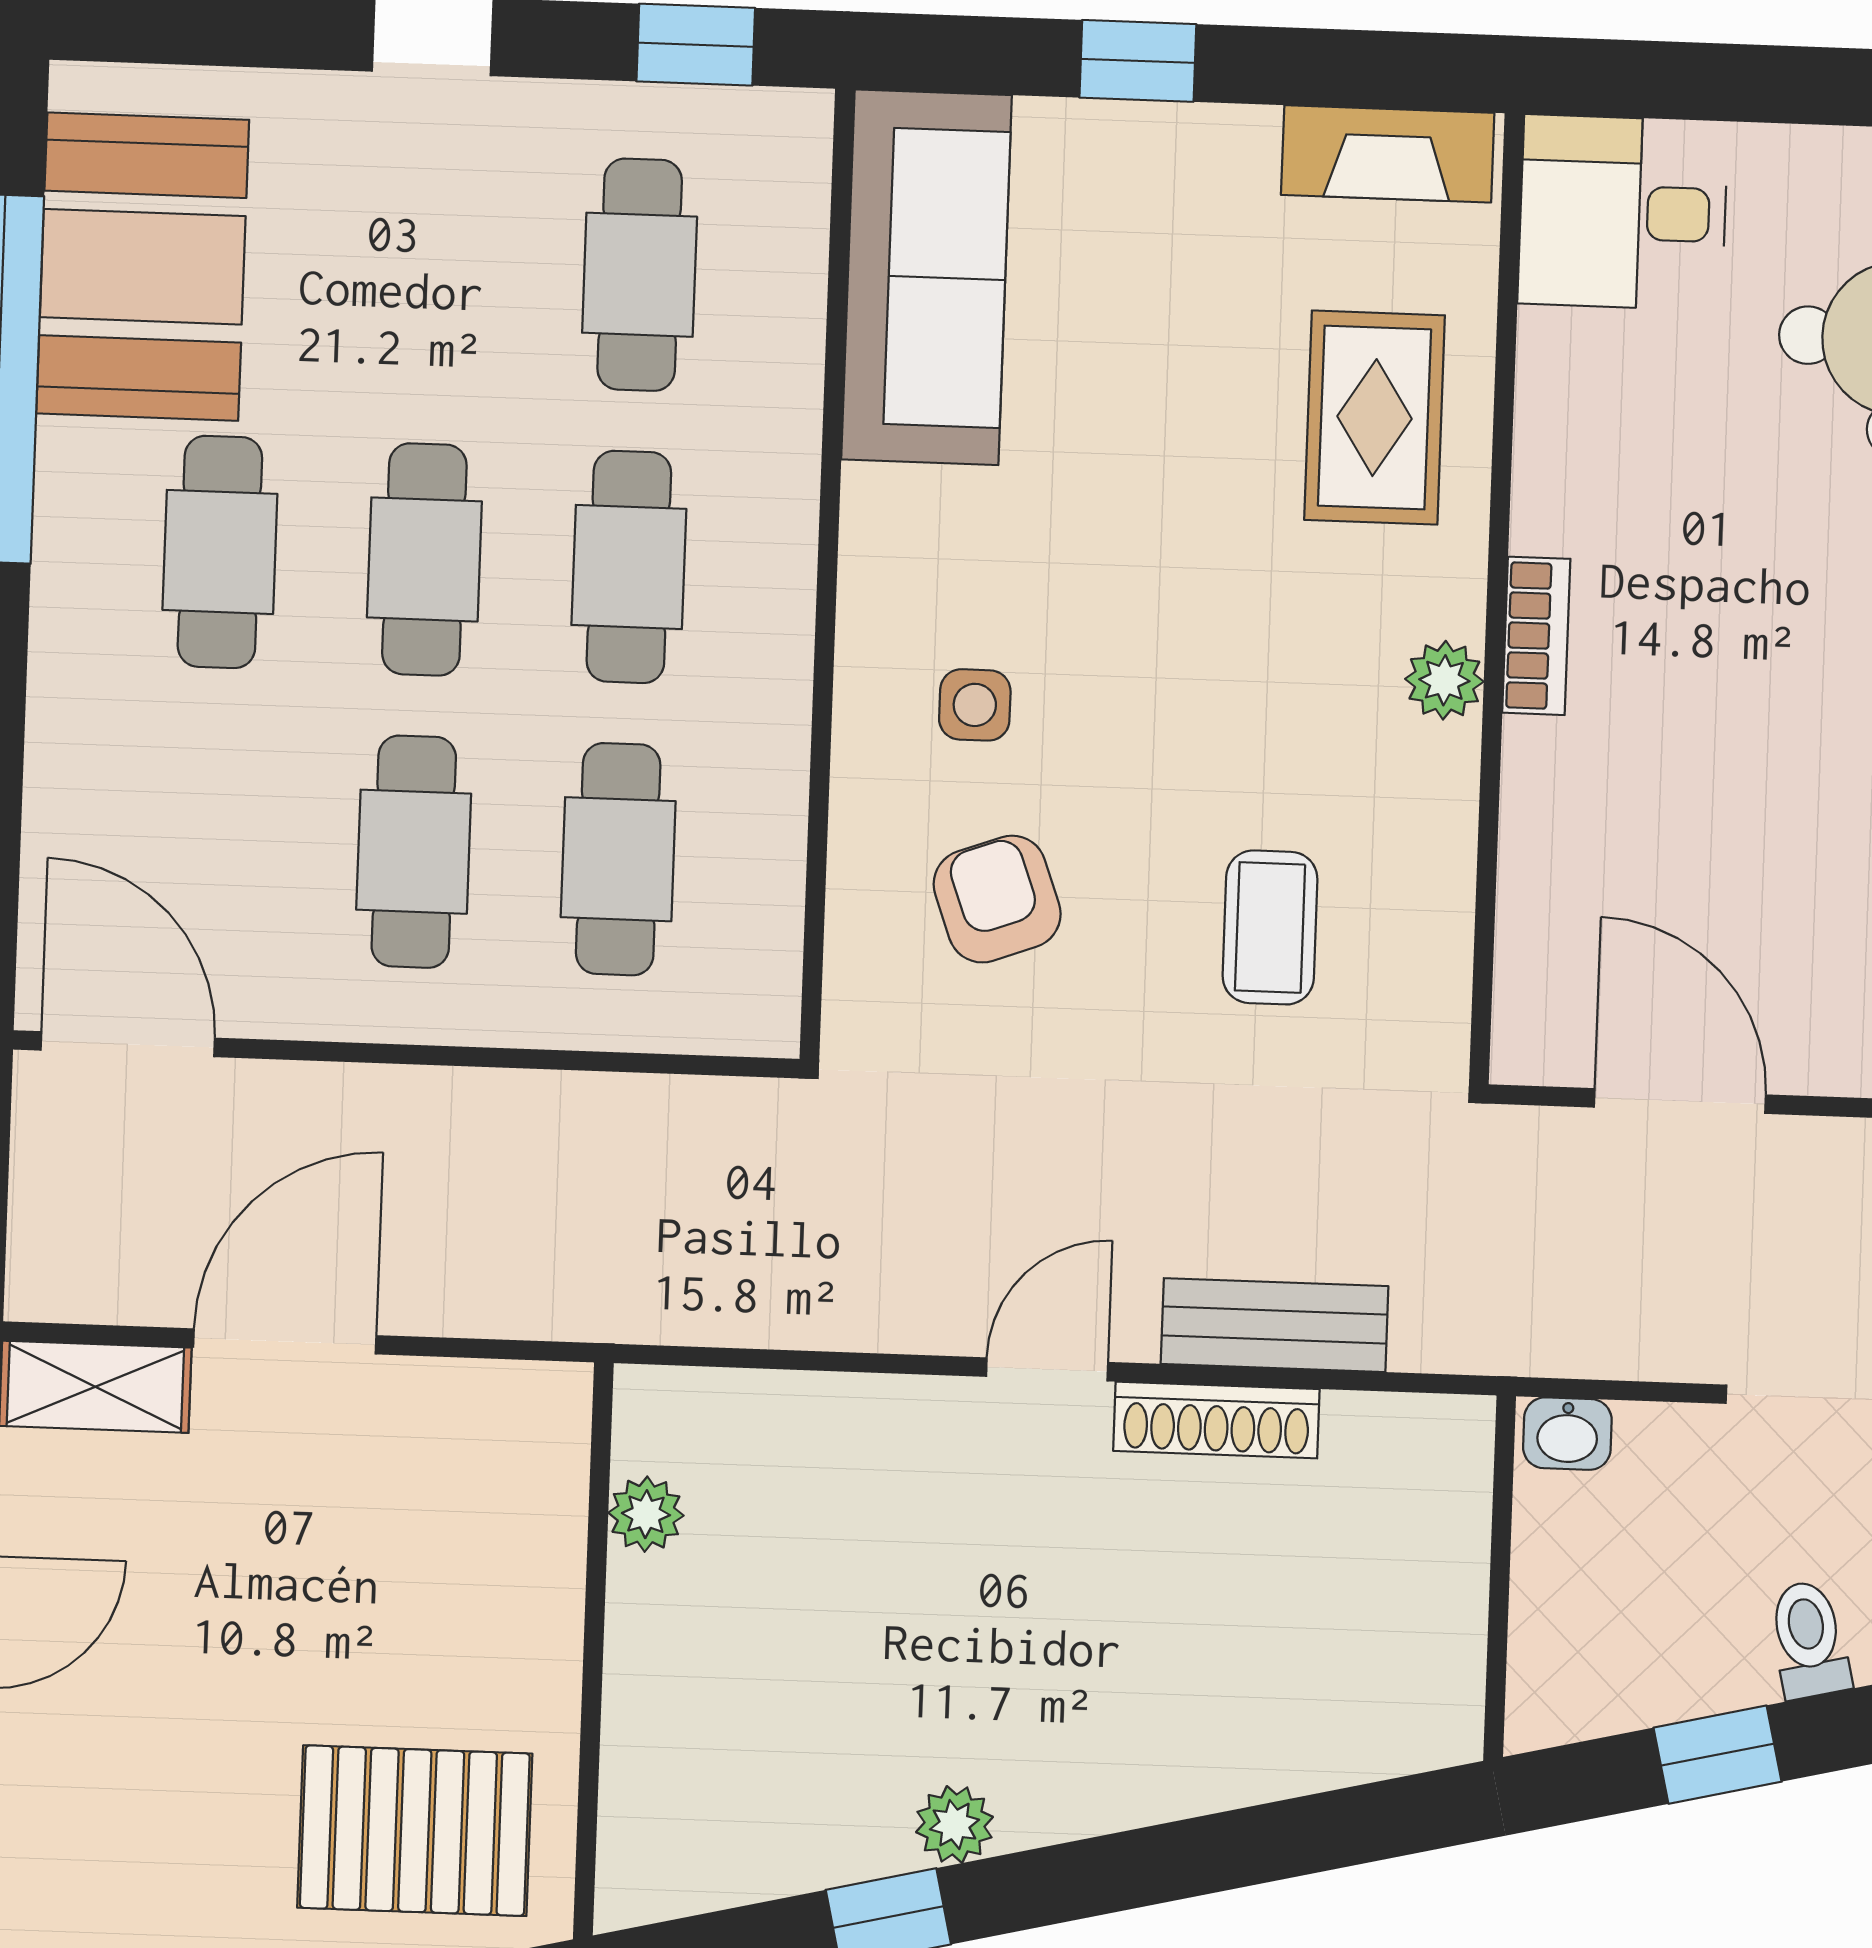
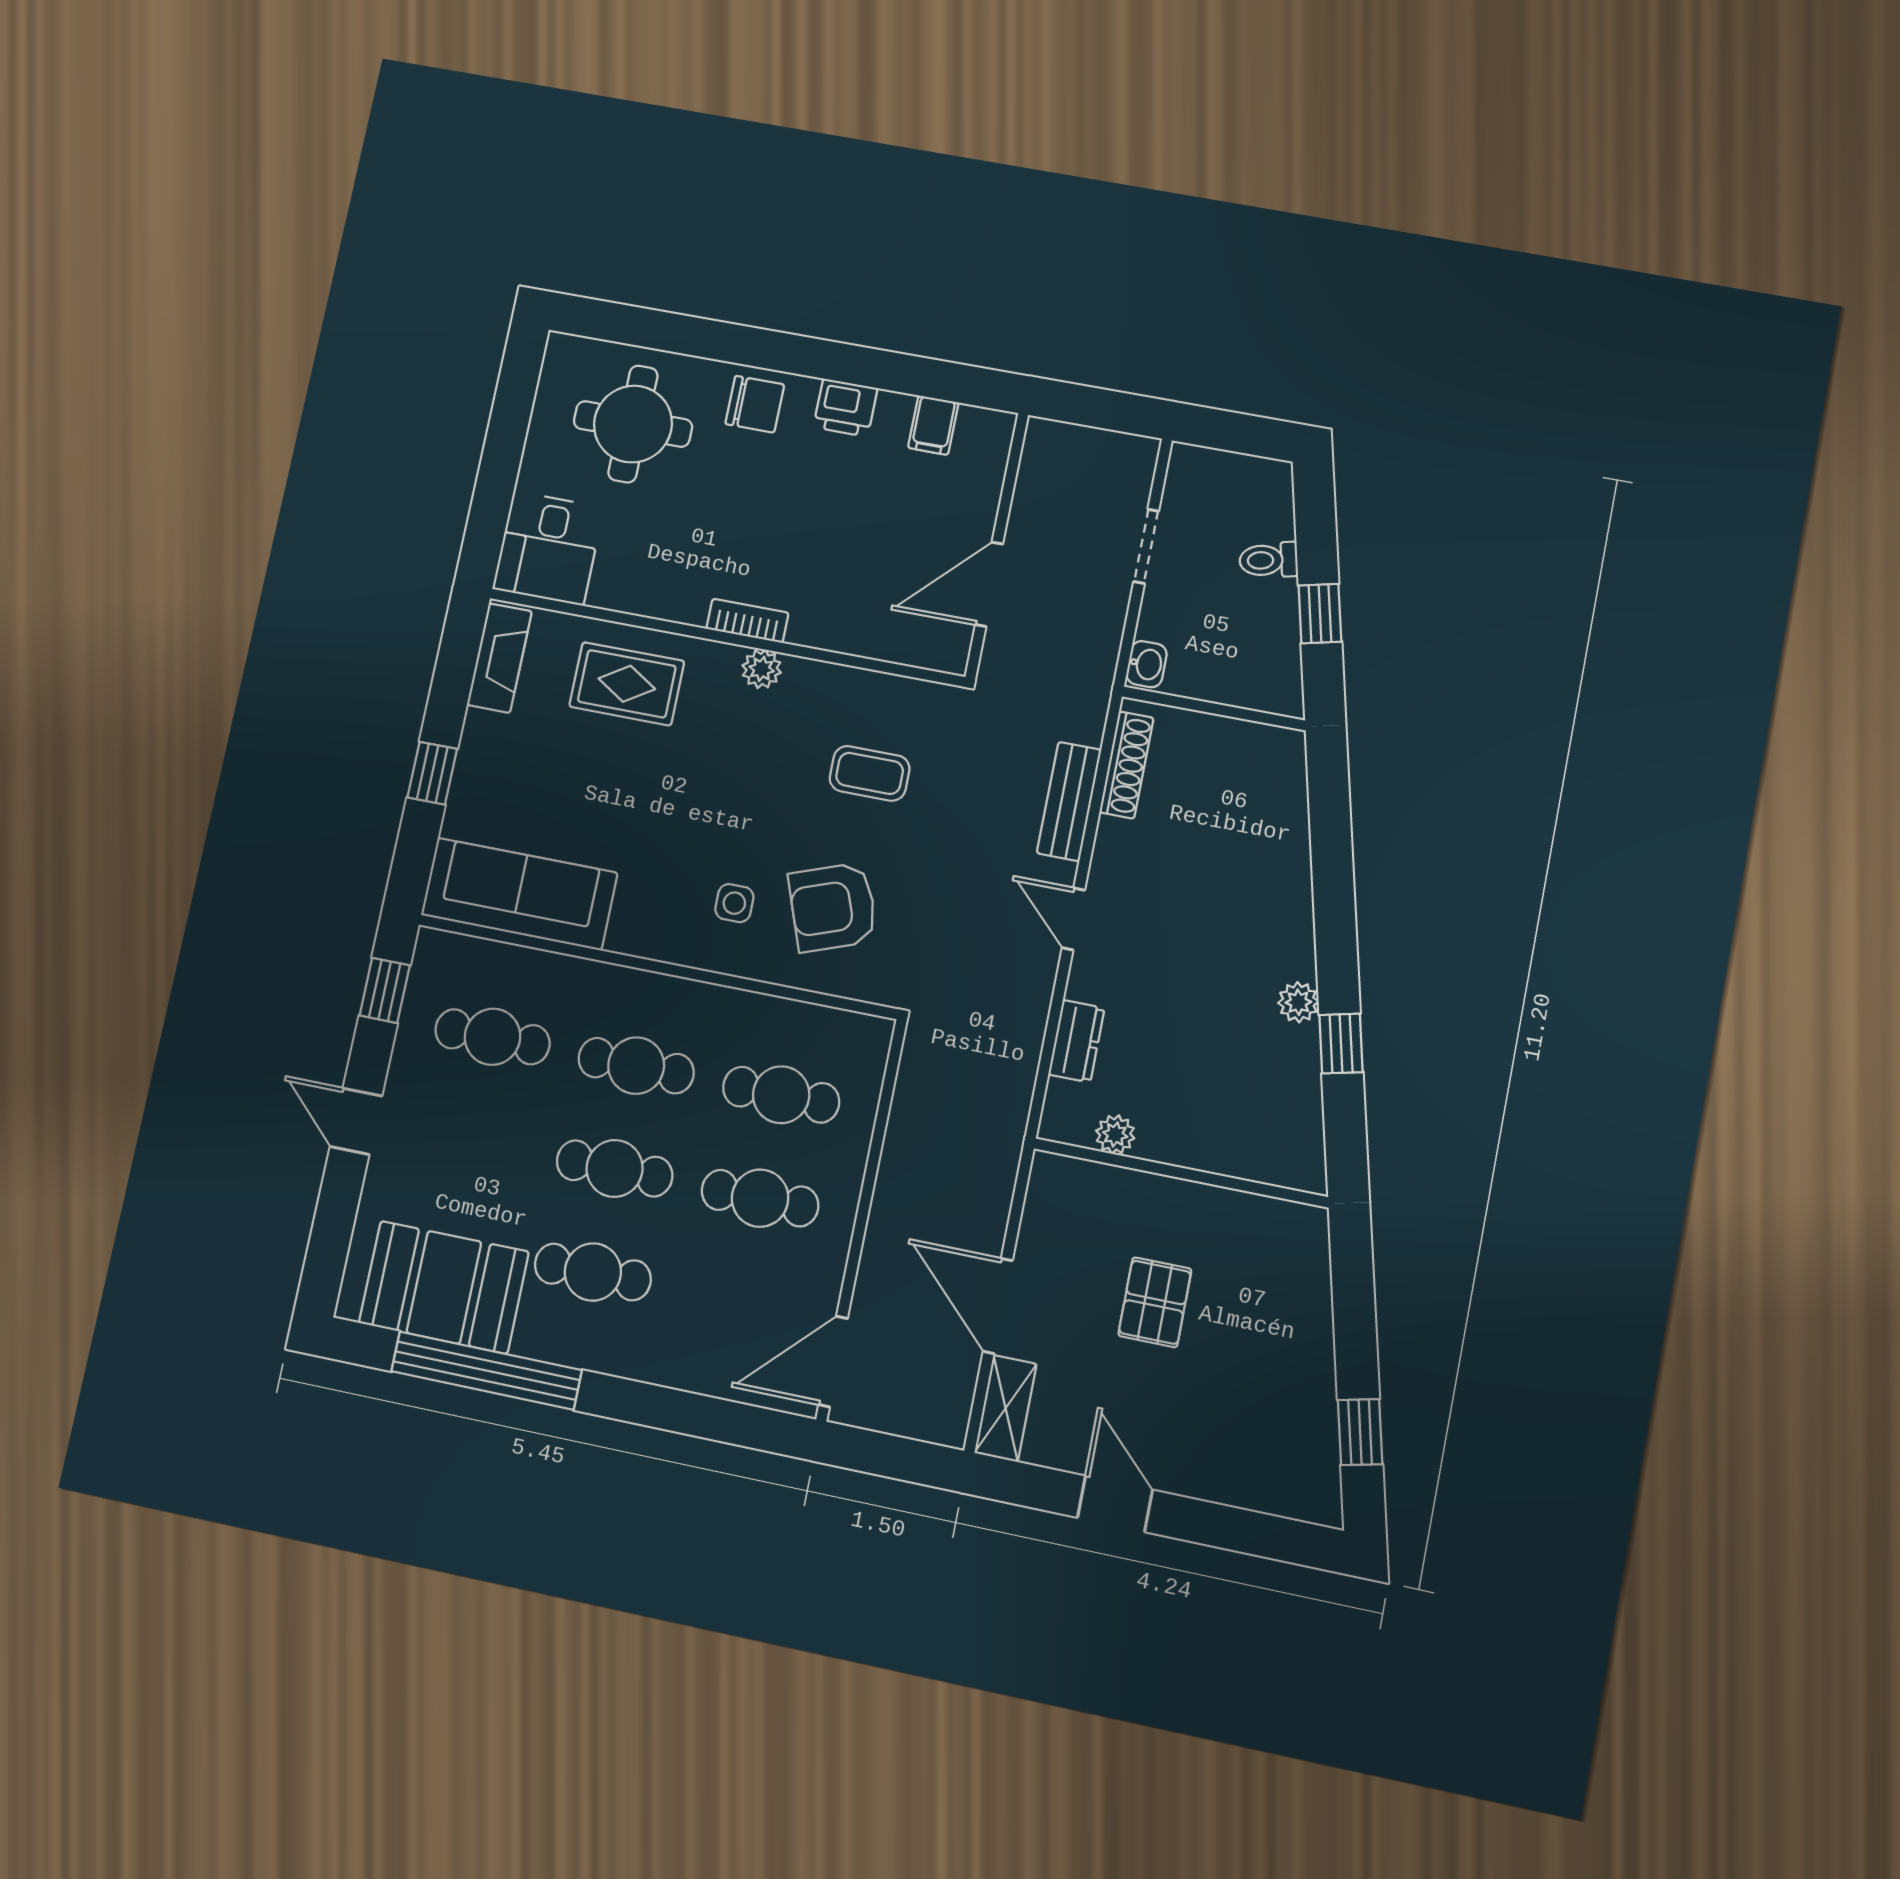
armchair: (997, 899) -> (833, 907), width x1.38, depth x1.38
dresser: (812, 1412) -> (1076, 1041), added
shoe rack: (1216, 1420) -> (1126, 765), moved
pallet: (415, 1831) -> (1155, 1302), moved, width x0.67, depth x0.71

